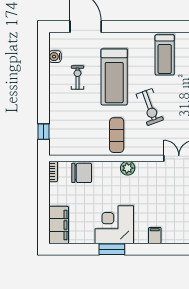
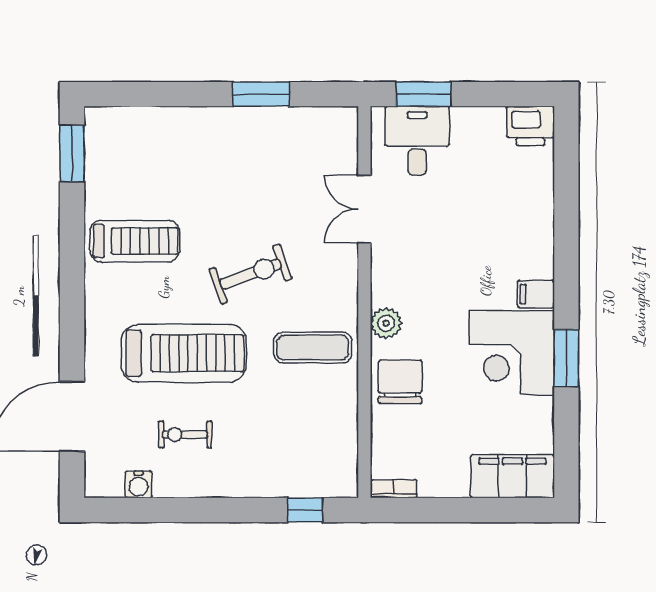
chair: (82, 173) -> (400, 382), moved
filing cabinet: (155, 236) -> (536, 294), moved

